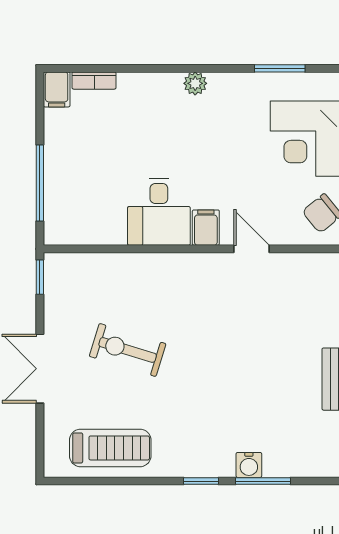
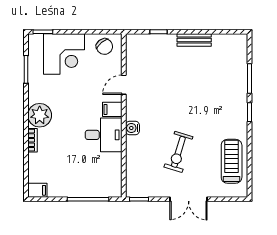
bookcase: (94, 81) -> (33, 140), moved
plant: (195, 83) -> (40, 115), width x1.88, depth x1.88
water cooler: (249, 465) -> (132, 128), moved, turned 180

